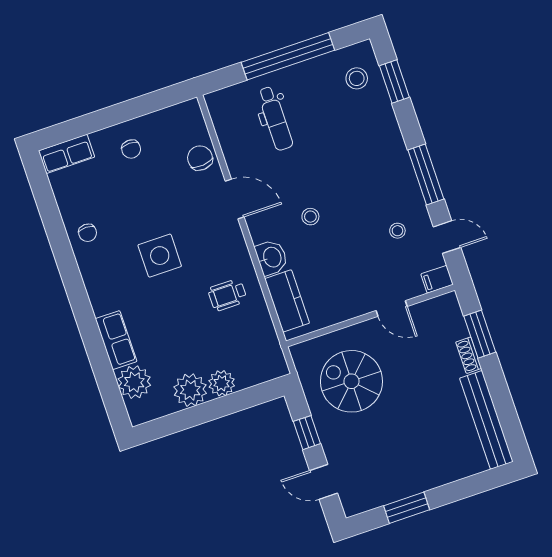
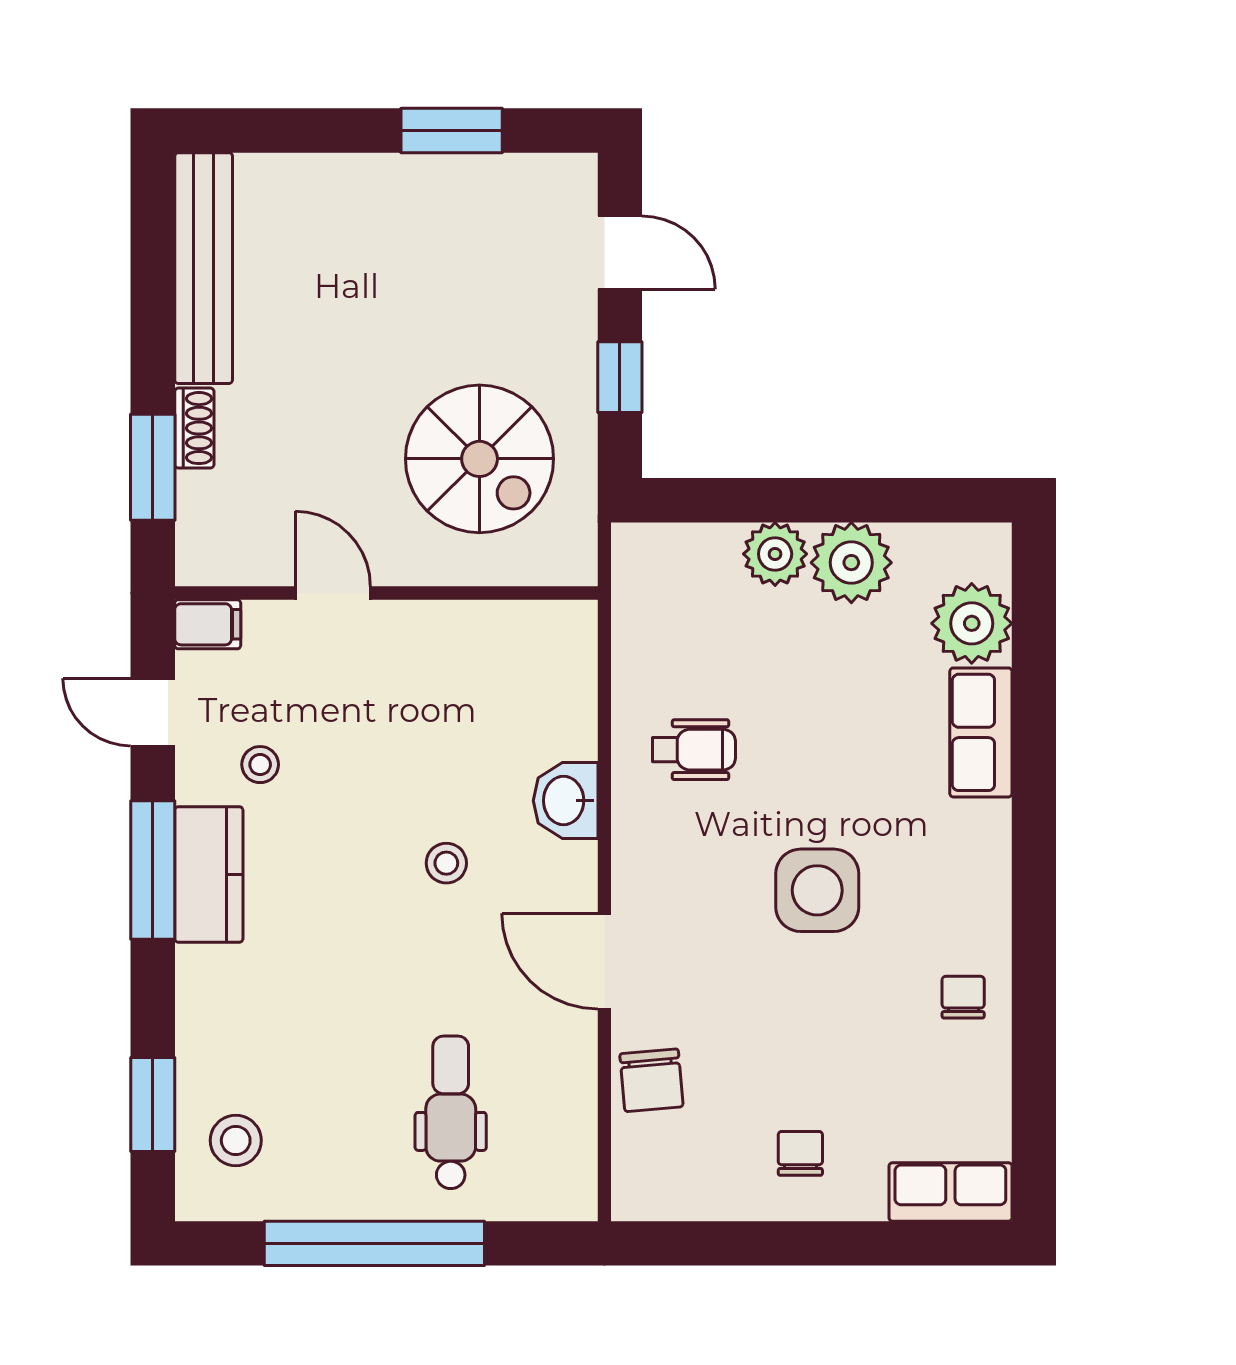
kitchen counter: (287, 301) -> (209, 874), moved, turned 180

